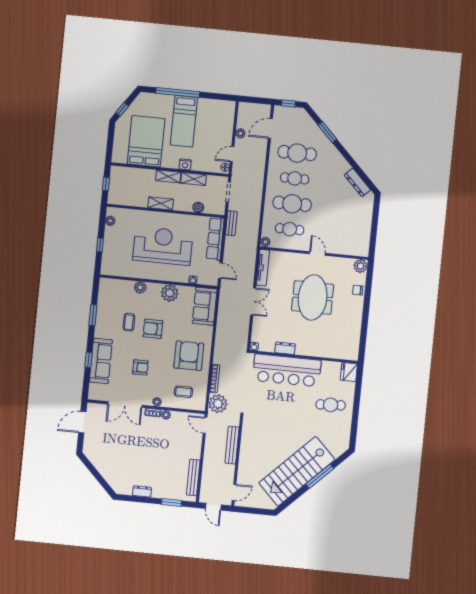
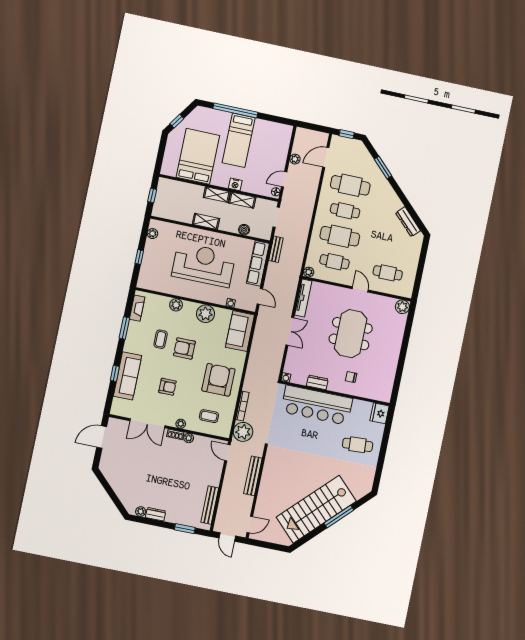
cafe table: (343, 234) -> (388, 273), added
chair: (358, 290) -> (351, 377), moved
fireplace: (103, 295) -> (137, 308), added
plant: (127, 490) -> (141, 512), added

